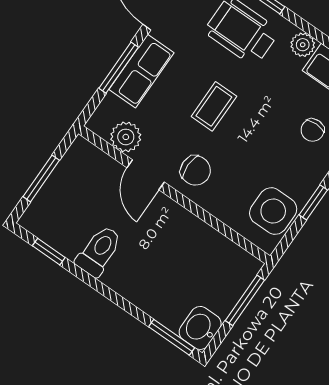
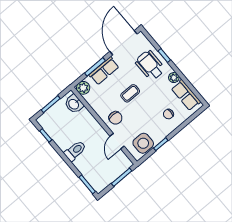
plant: (126, 137) -> (83, 88), moved
door: (146, 175) -> (117, 141), moved
toilet: (99, 251) -> (75, 151), moved
washbasin: (200, 328) -> (74, 104), moved, turned -90

